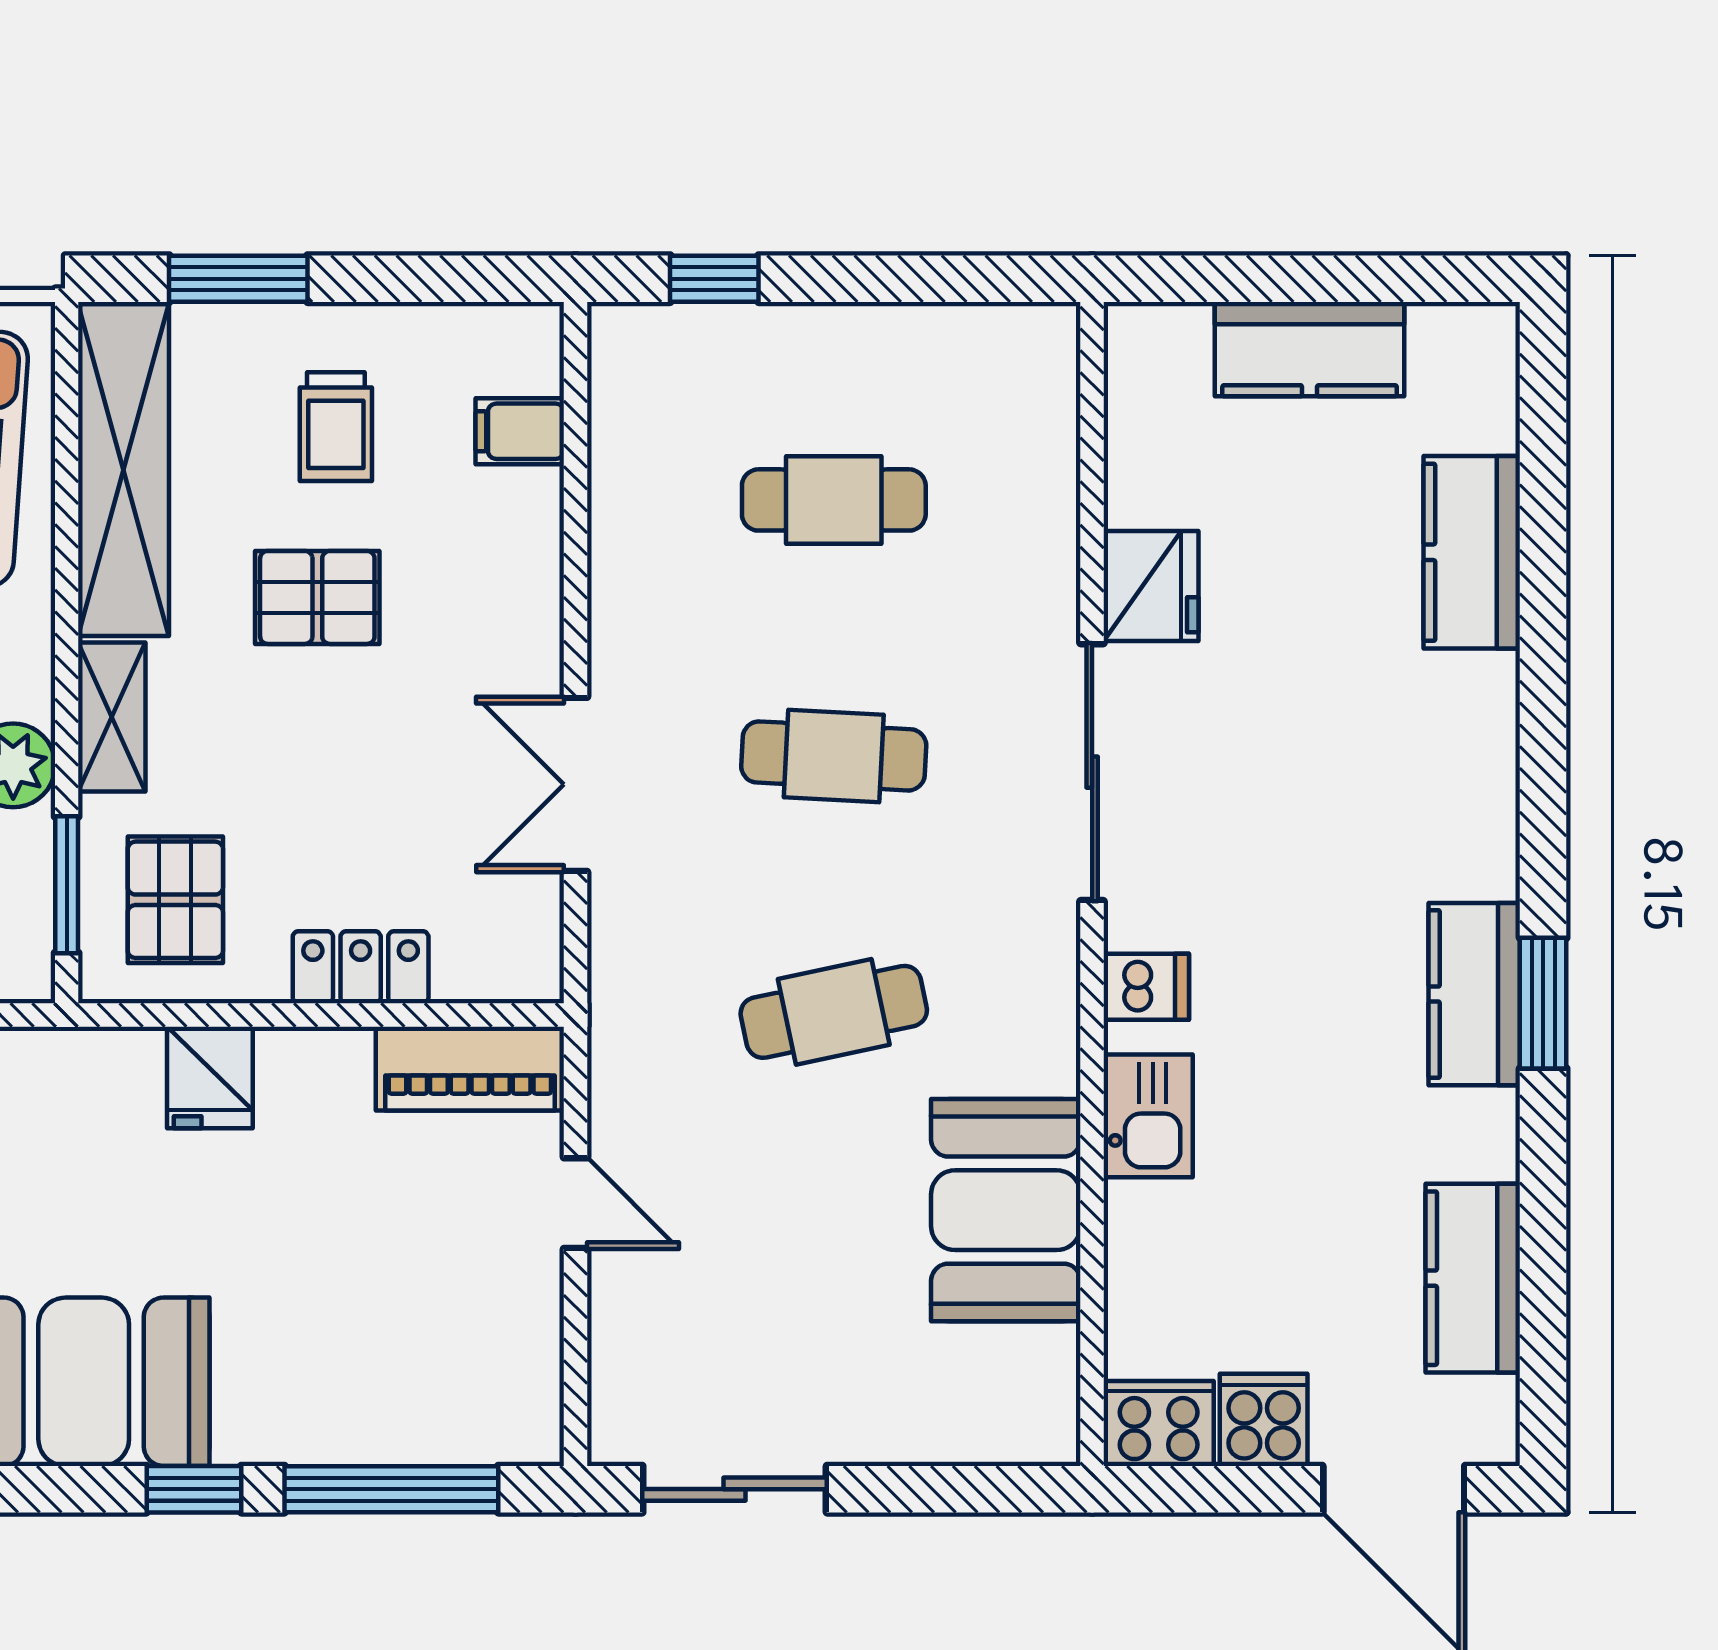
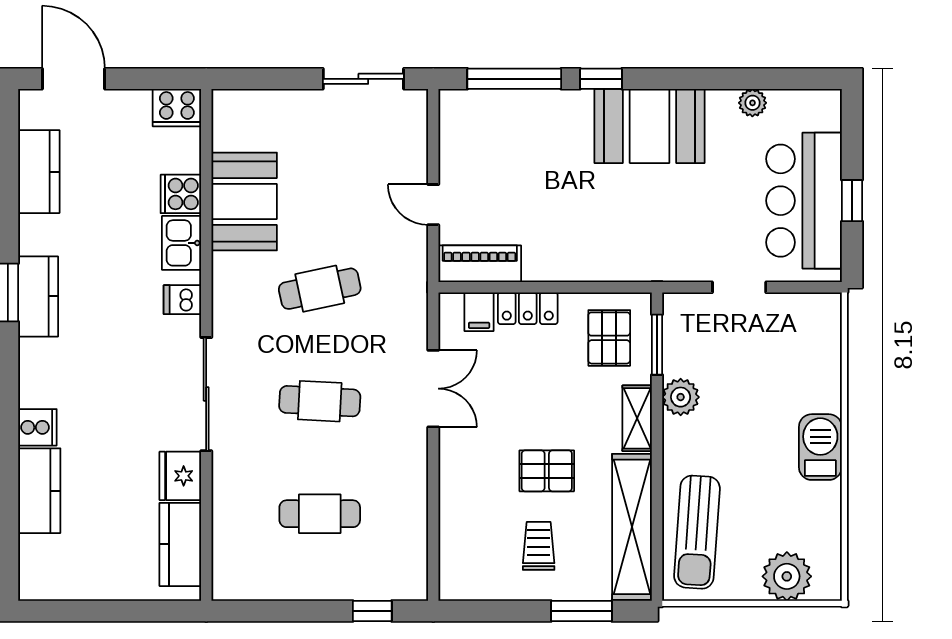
kitchen counter: (1310, 349) -> (180, 544), moved, turned -90
filing cabinet: (520, 431) -> (479, 312), moved, turned 90
cooker: (1476, 696) -> (37, 427), added
fridge: (210, 1077) -> (594, 260), removed
cooker: (1264, 1420) -> (181, 194), moved, turned 90

